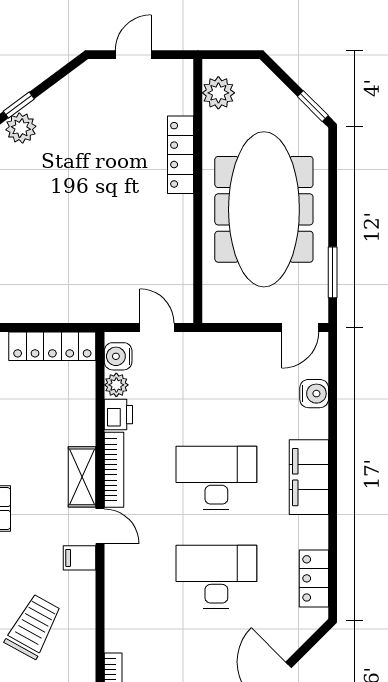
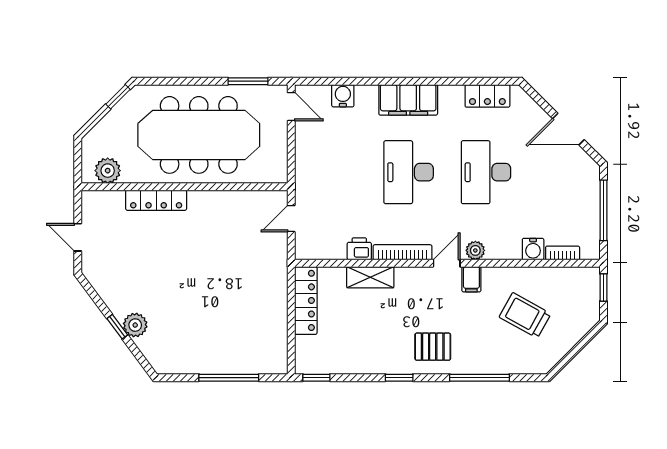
water cooler: (118, 356) -> (533, 249), moved
plant: (116, 385) -> (475, 250), moved
shelving: (82, 477) -> (370, 277), moved

